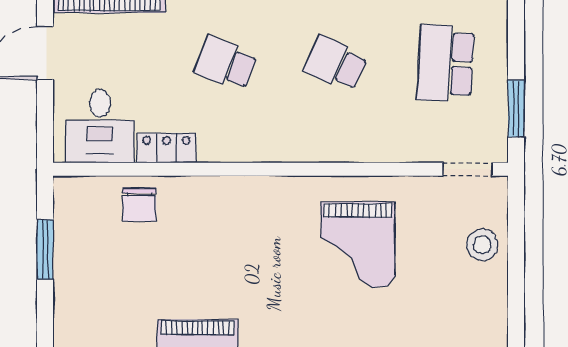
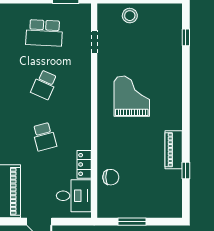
school desk: (226, 63) -> (44, 137), turned -36
doorway: (468, 169) -> (94, 42), moved
grand piano: (358, 245) -> (132, 96), moved, turned -90

